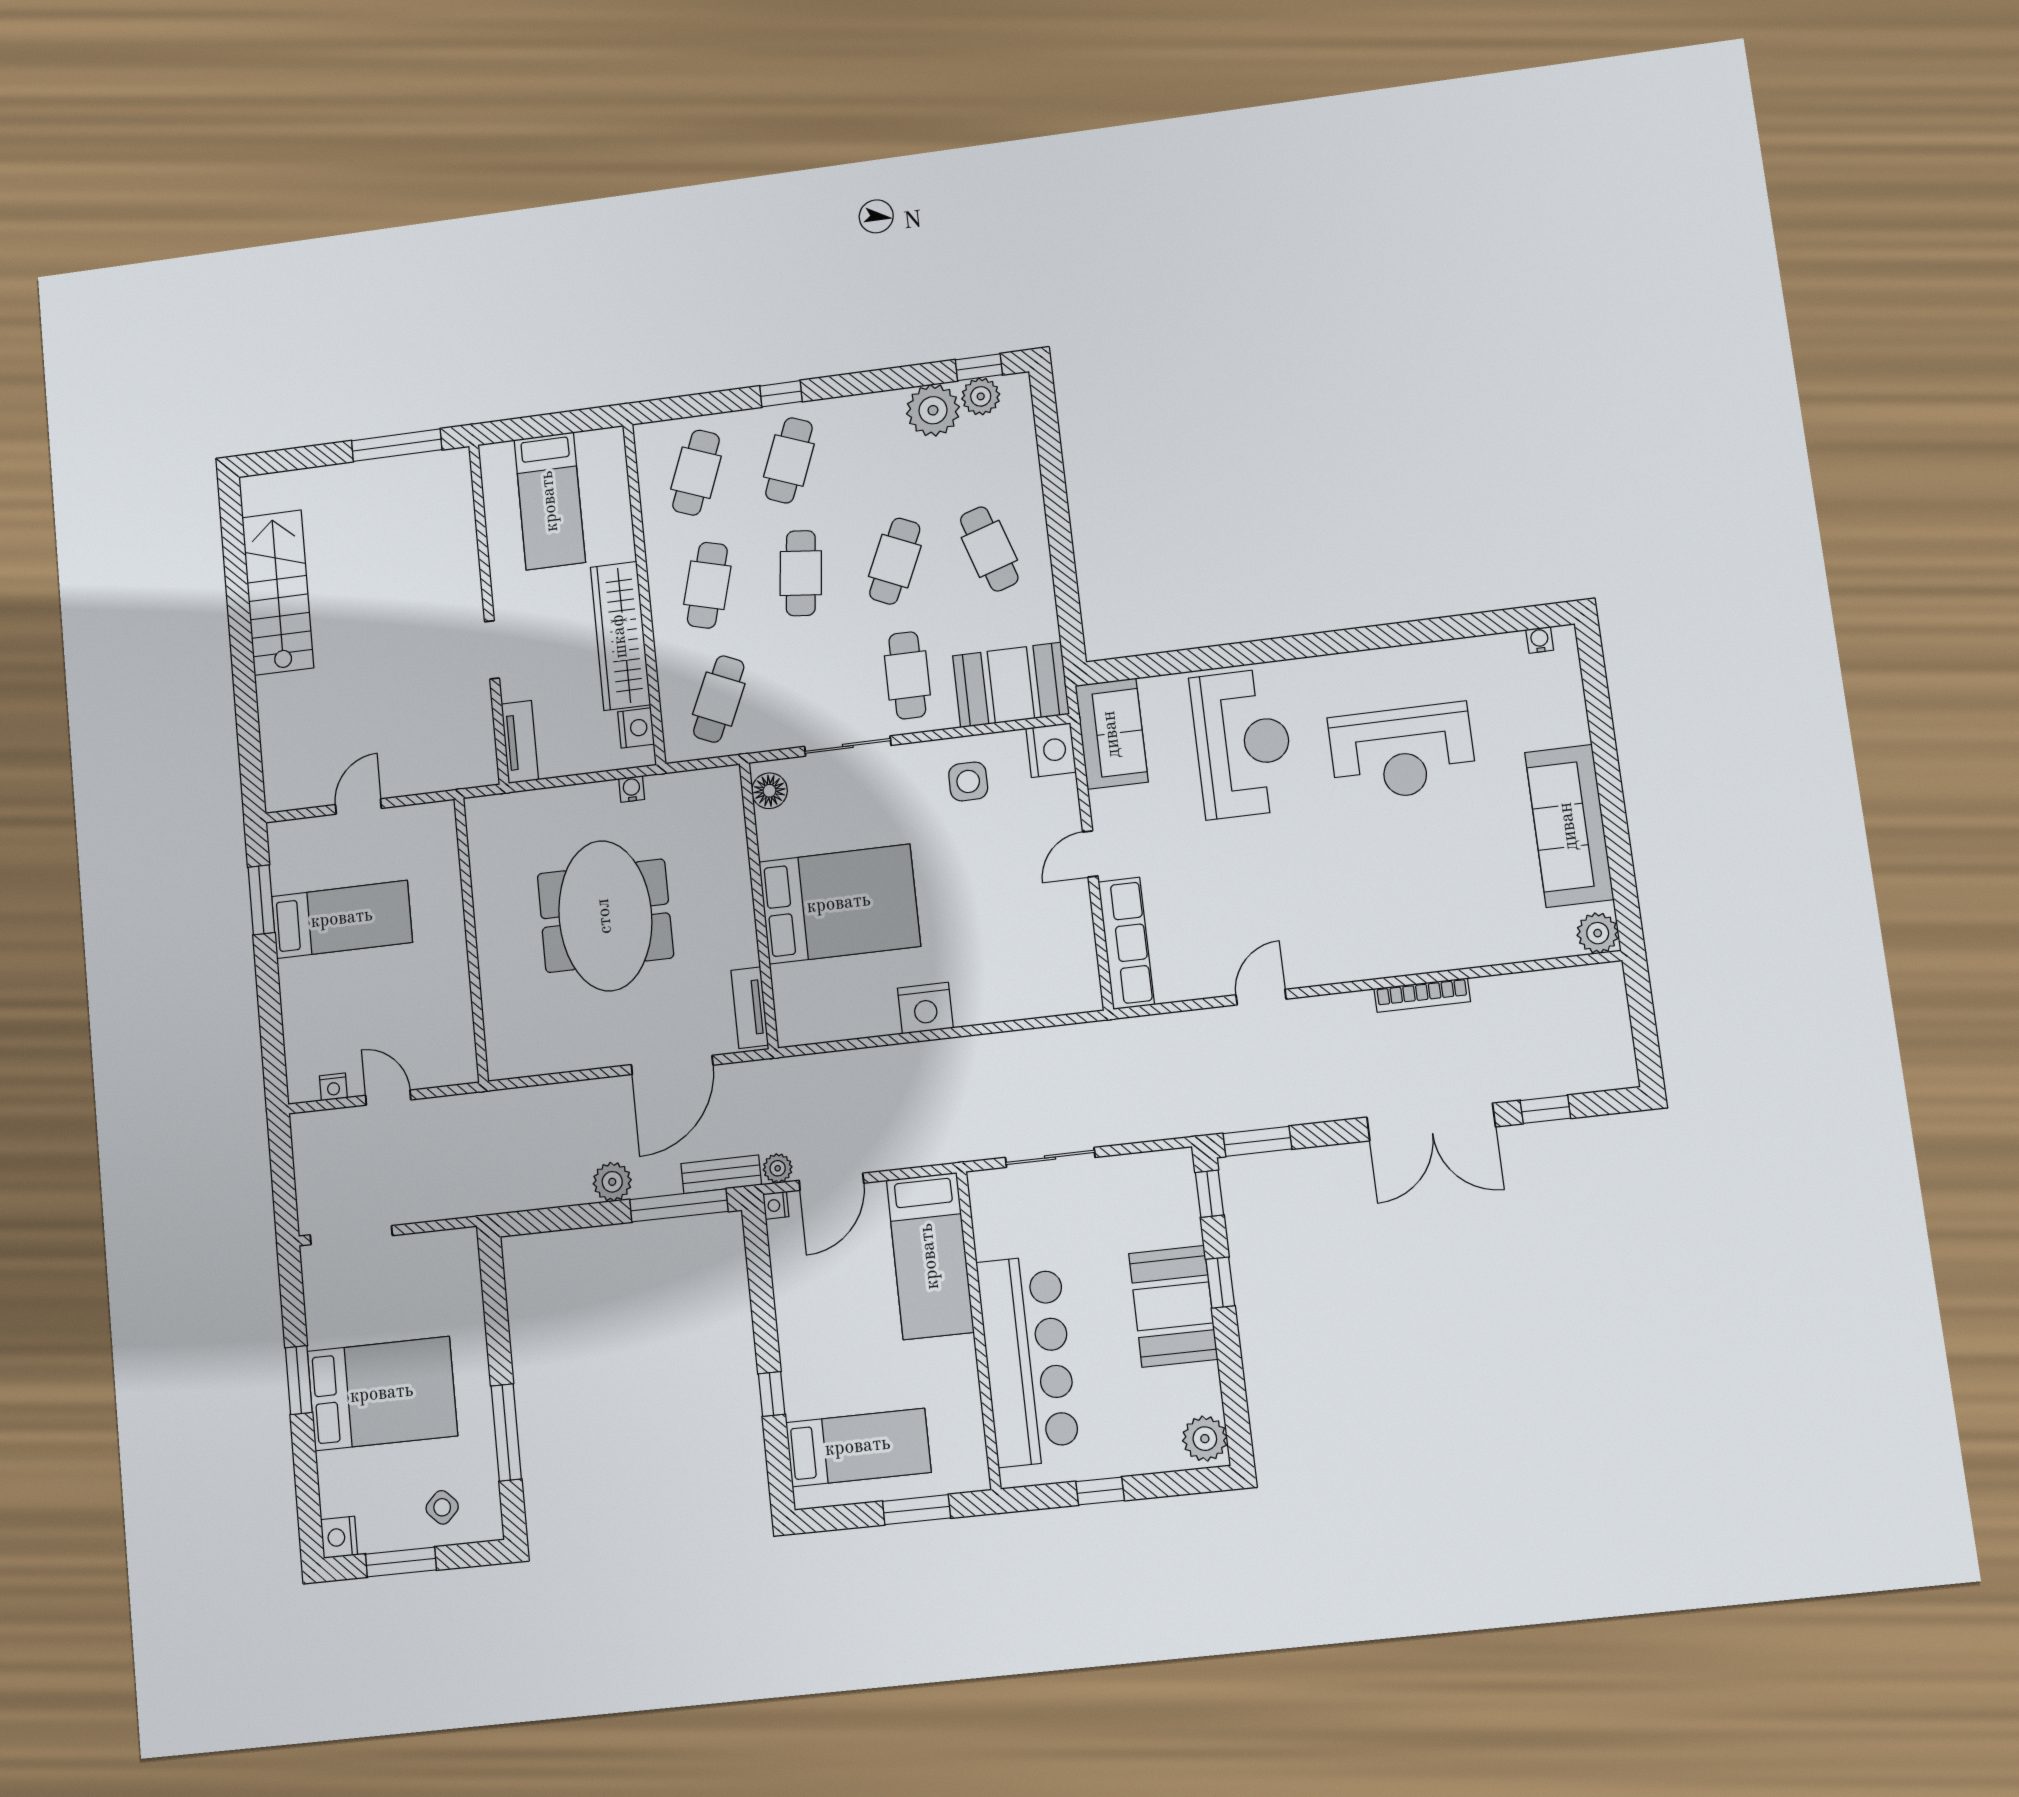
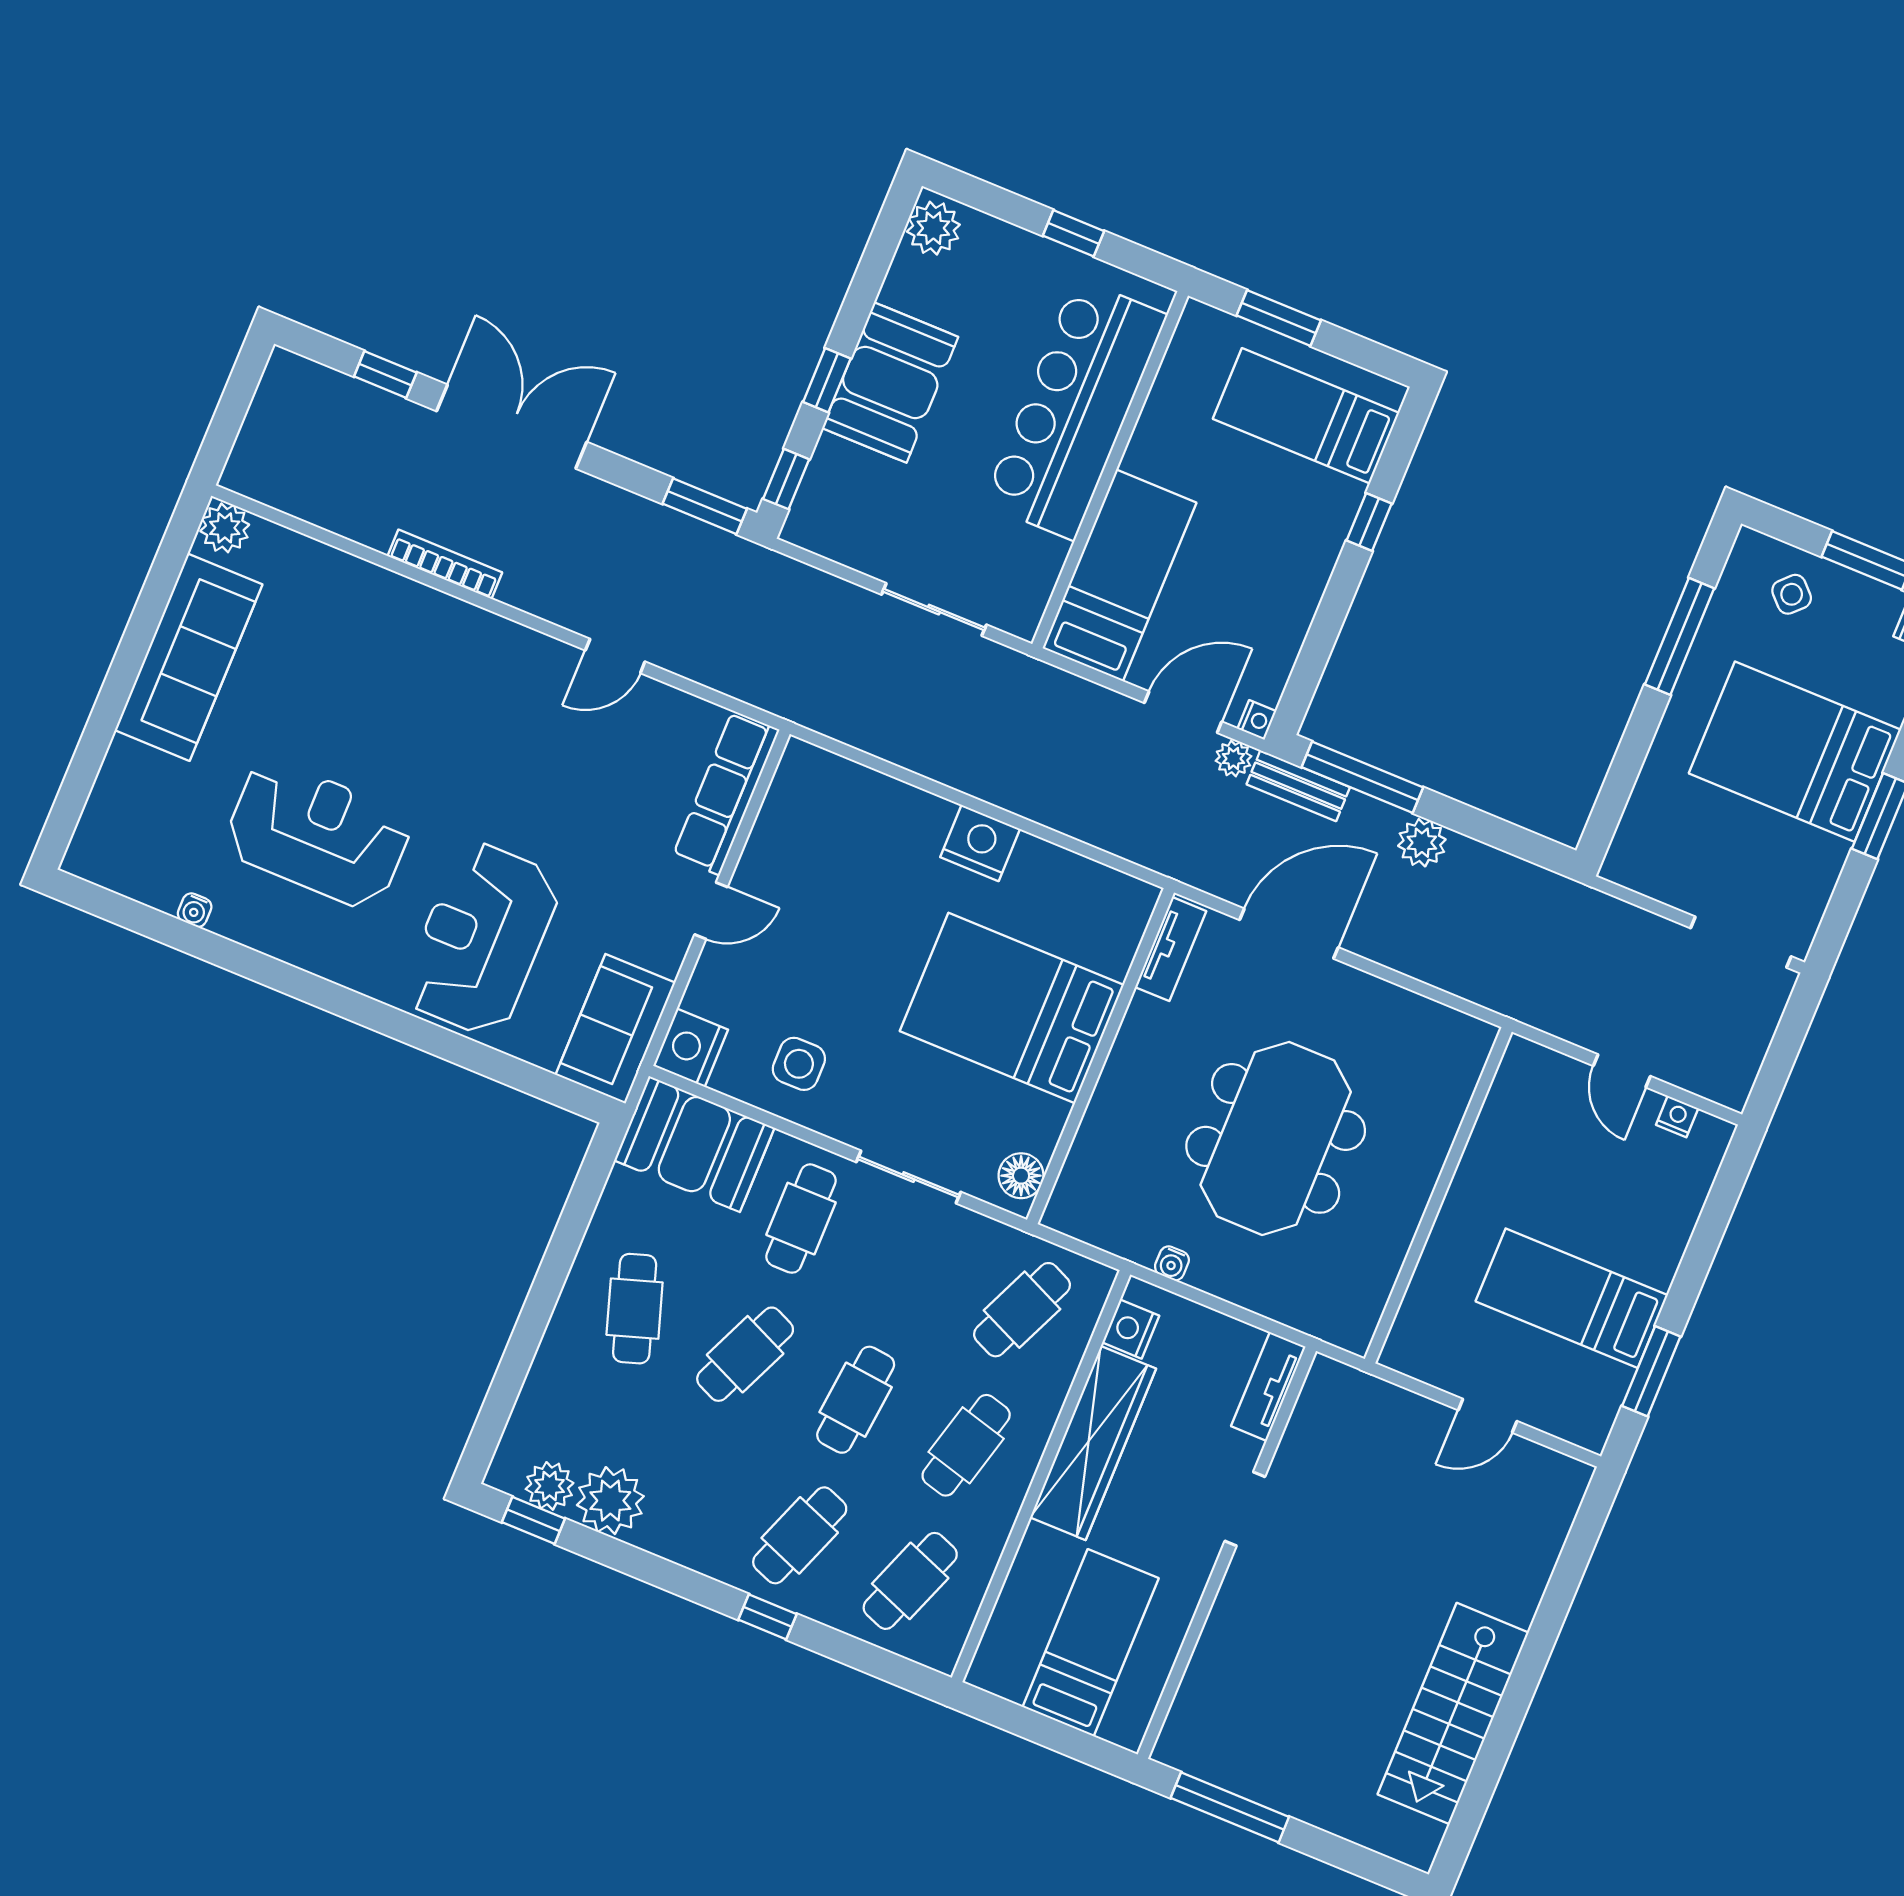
water cooler: (1540, 640) -> (195, 910), moved

